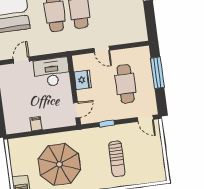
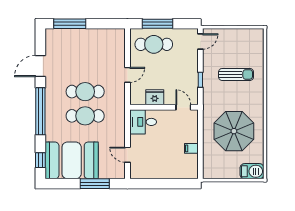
desk: (52, 72) -> (143, 122), width x0.73
cafe table: (126, 84) -> (154, 44), moved

